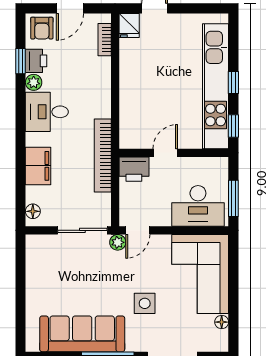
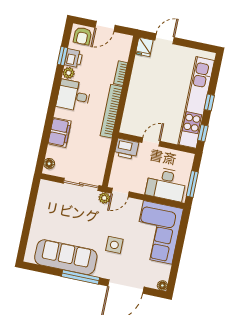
bookcase: (105, 40) -> (121, 73), moved
bookcase: (103, 155) -> (111, 111), moved
floor lamp: (222, 322) -> (162, 285), moved

